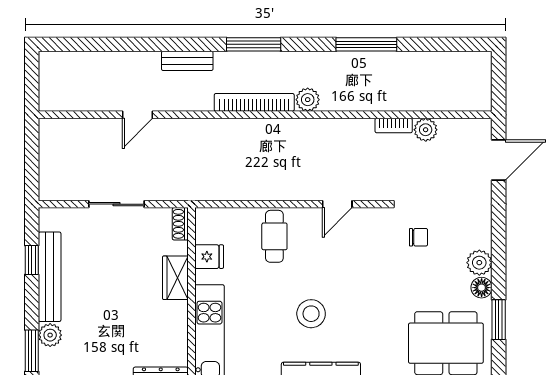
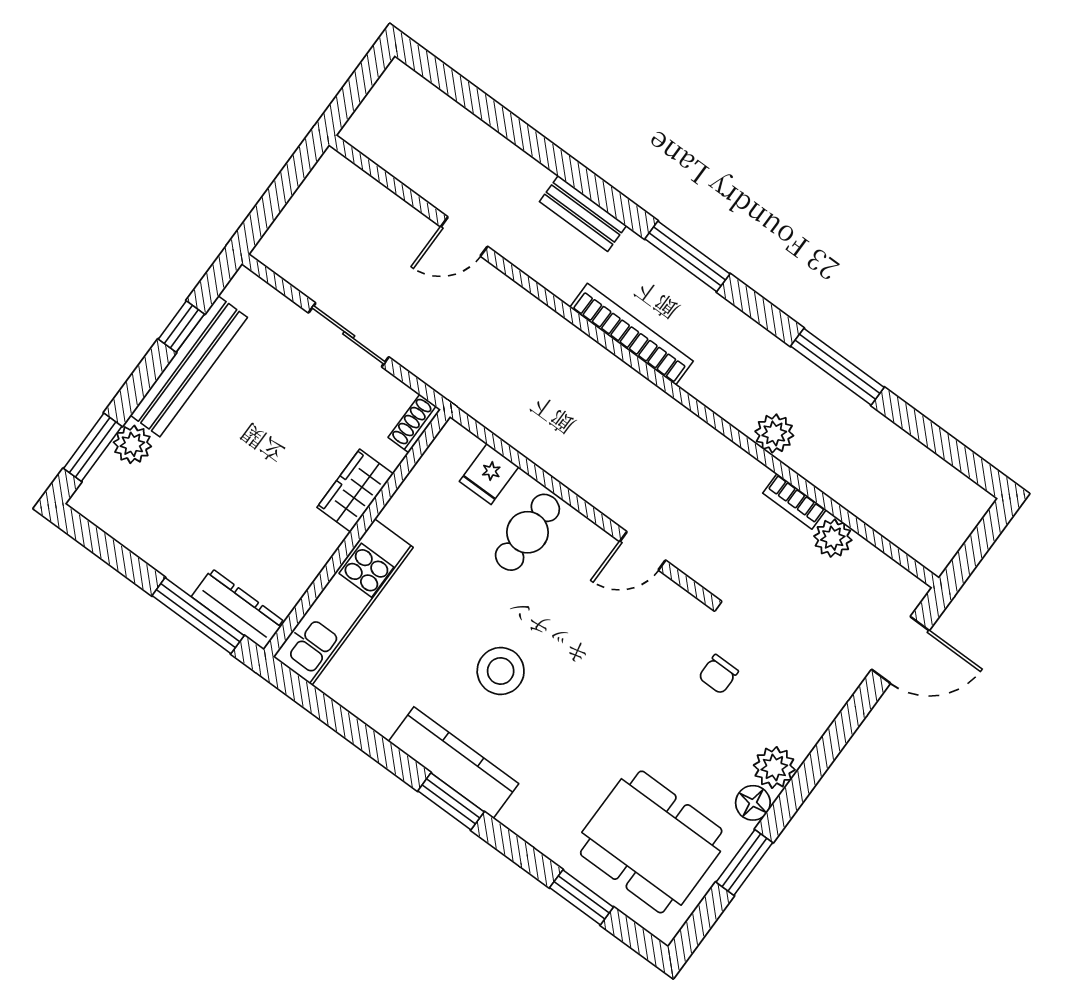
plant: (308, 100) -> (774, 433), moved
chair: (419, 237) -> (718, 674), turned 90
fridge: (209, 257) -> (489, 474), moved, turned 90

